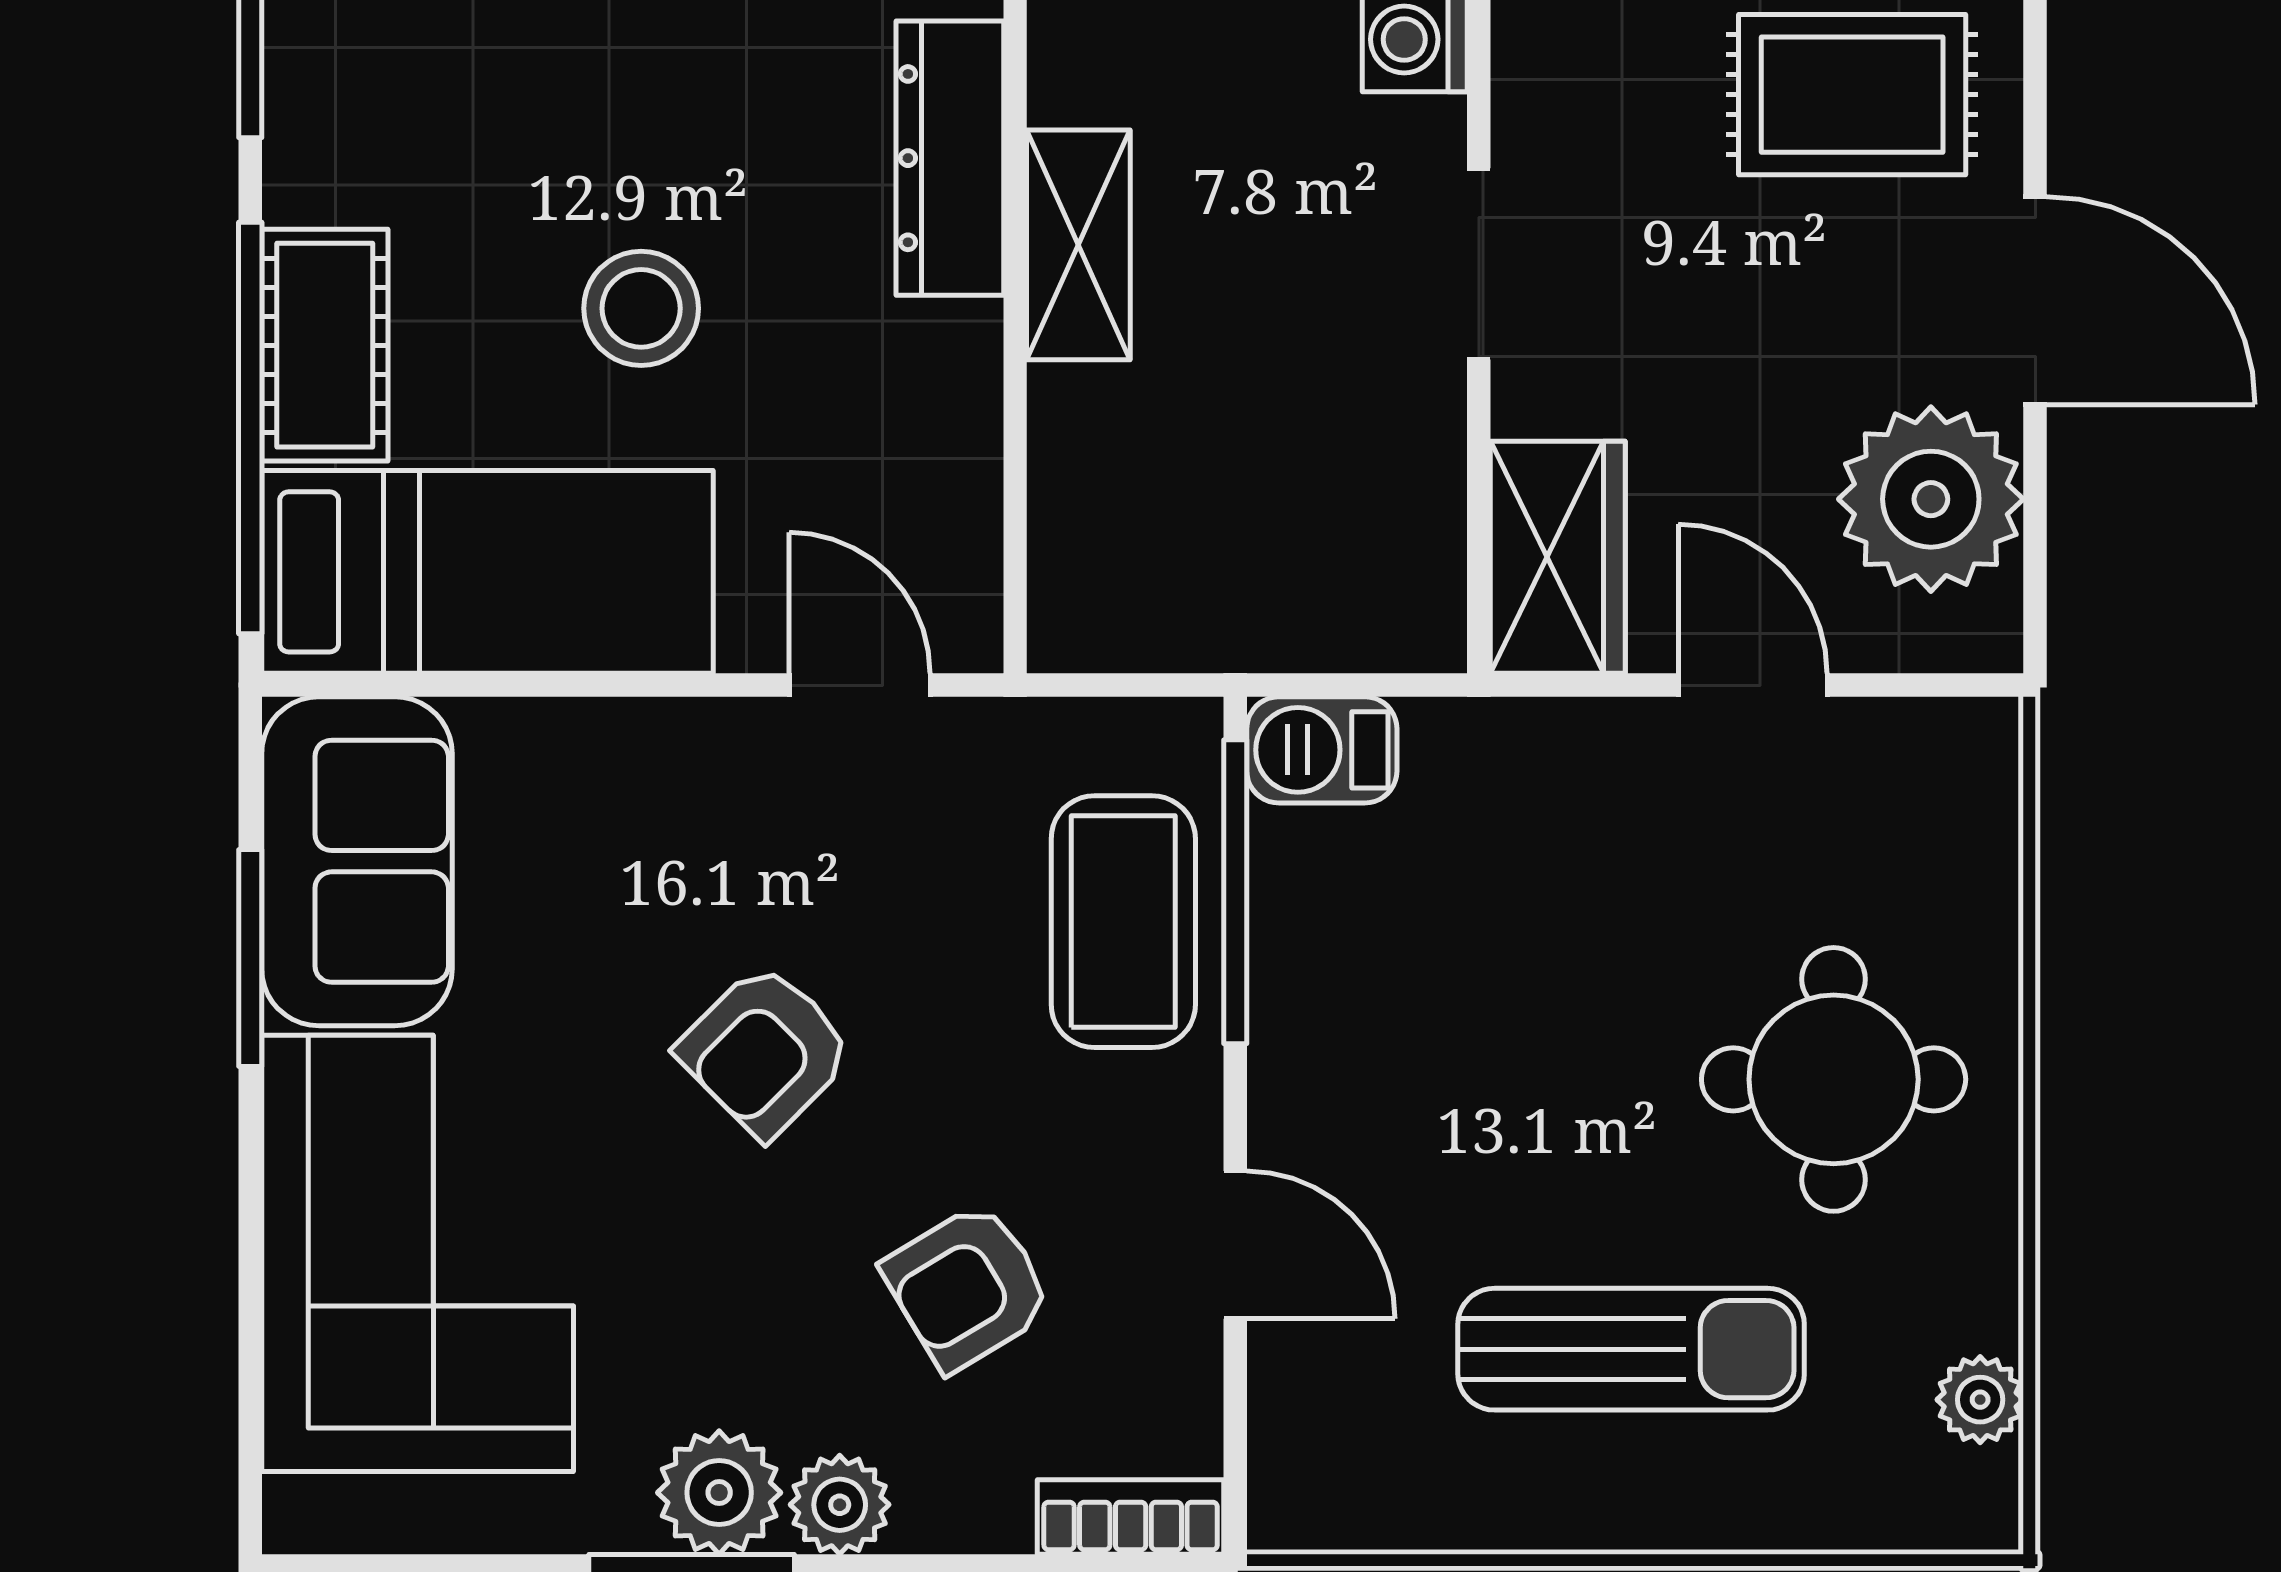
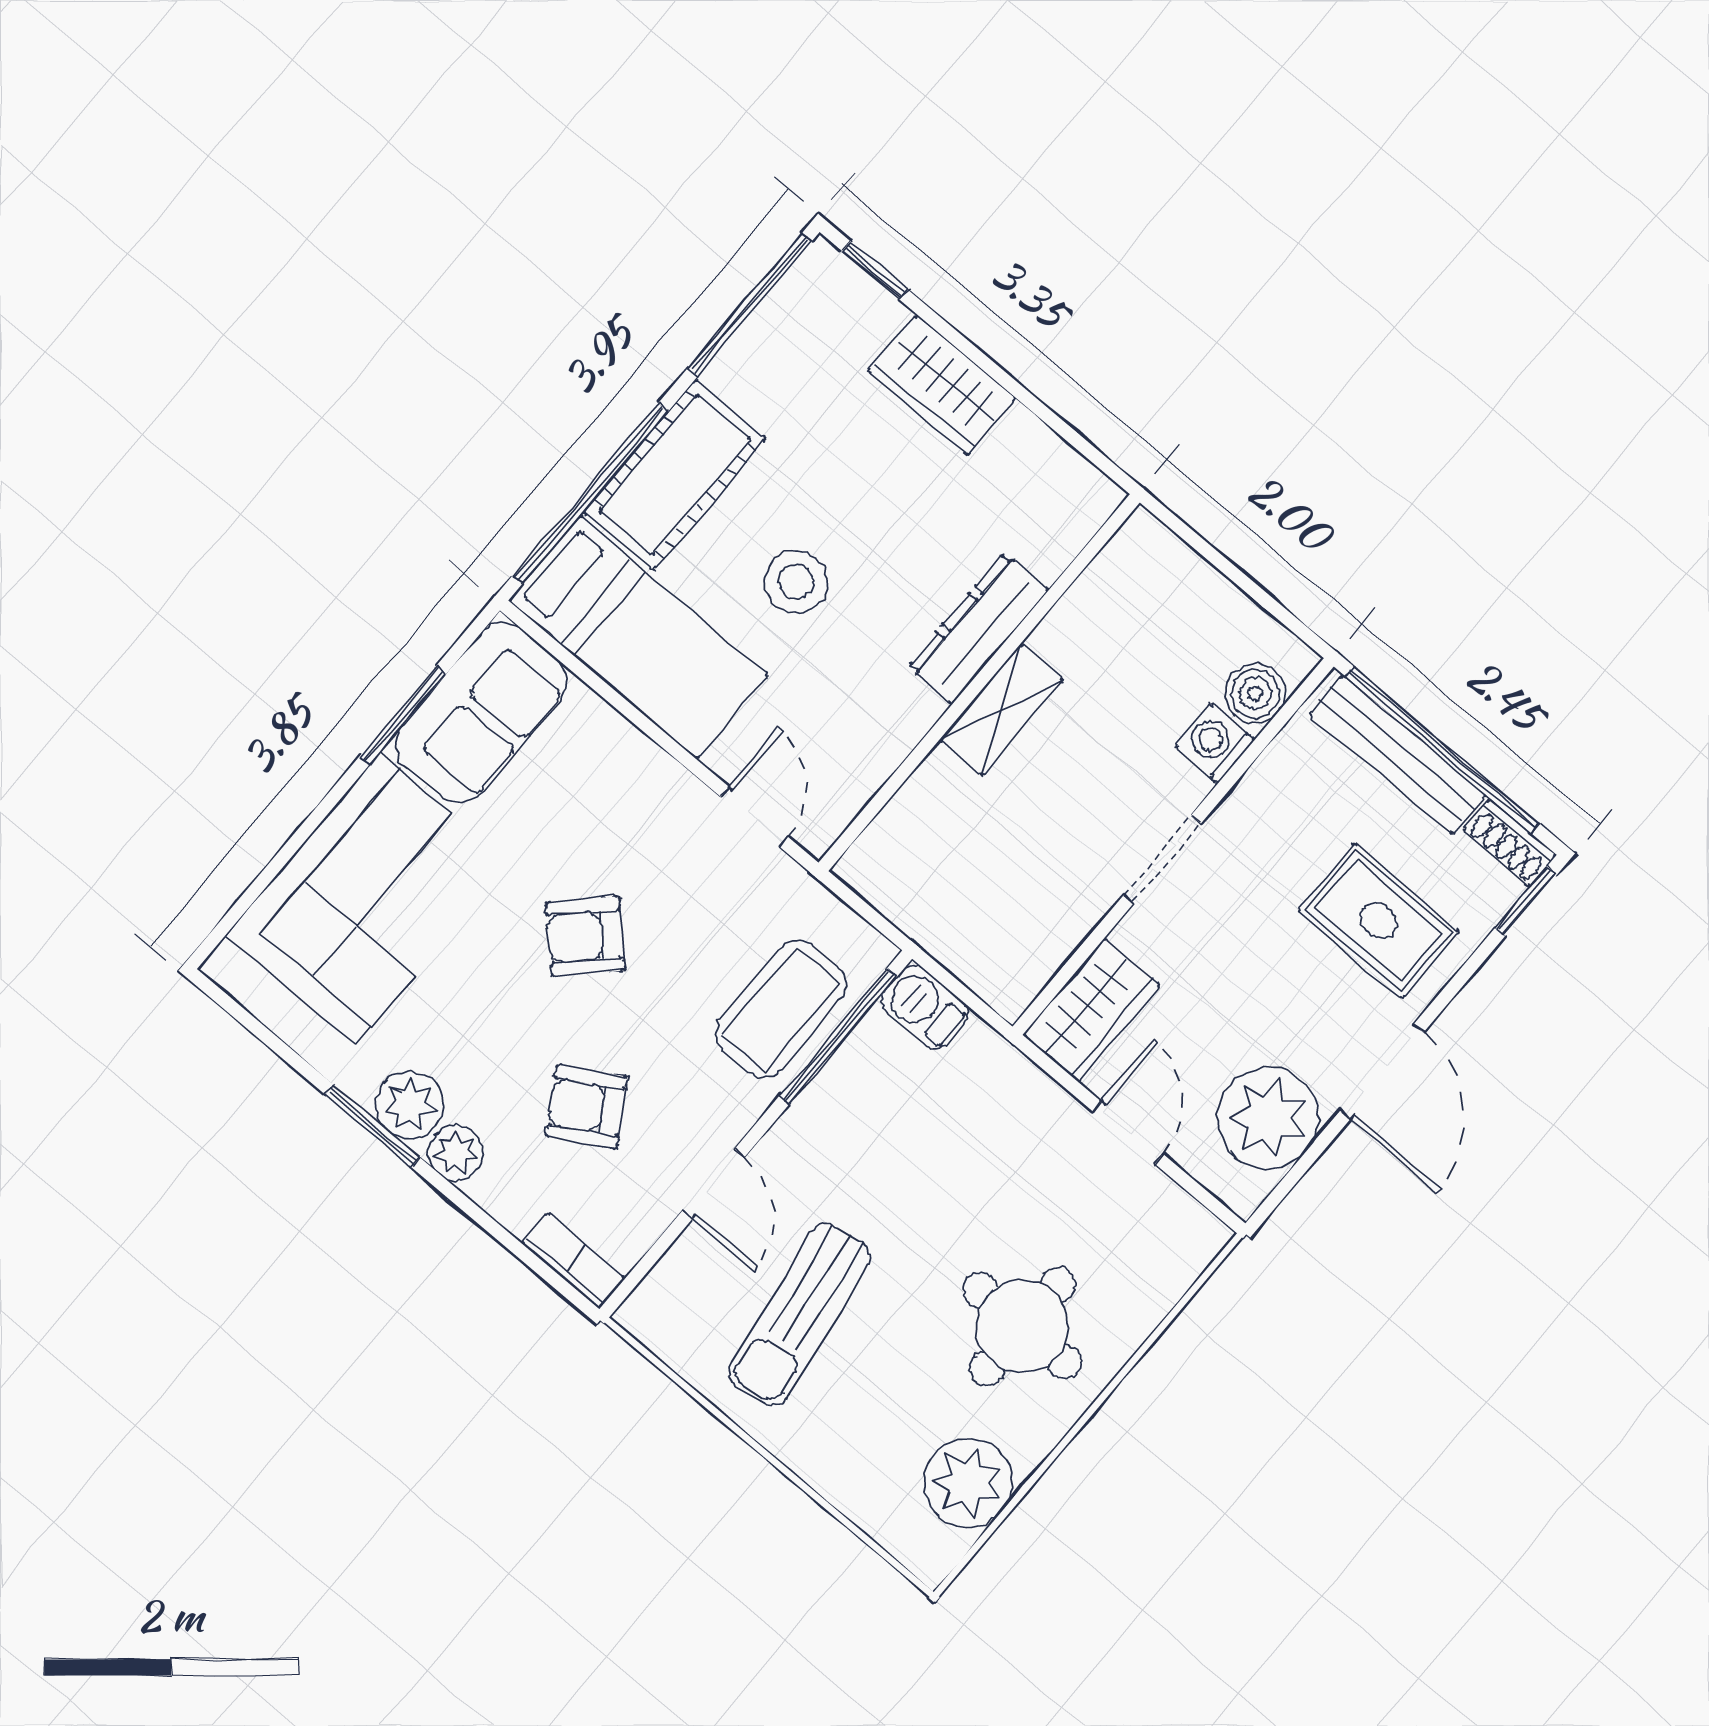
cot: (325, 345) -> (675, 475), width x1.37, depth x1.34
sun lounger: (1631, 1349) -> (799, 1315), moved, turned 81
plant: (1980, 1400) -> (968, 1483), width x1.88, depth x1.88

